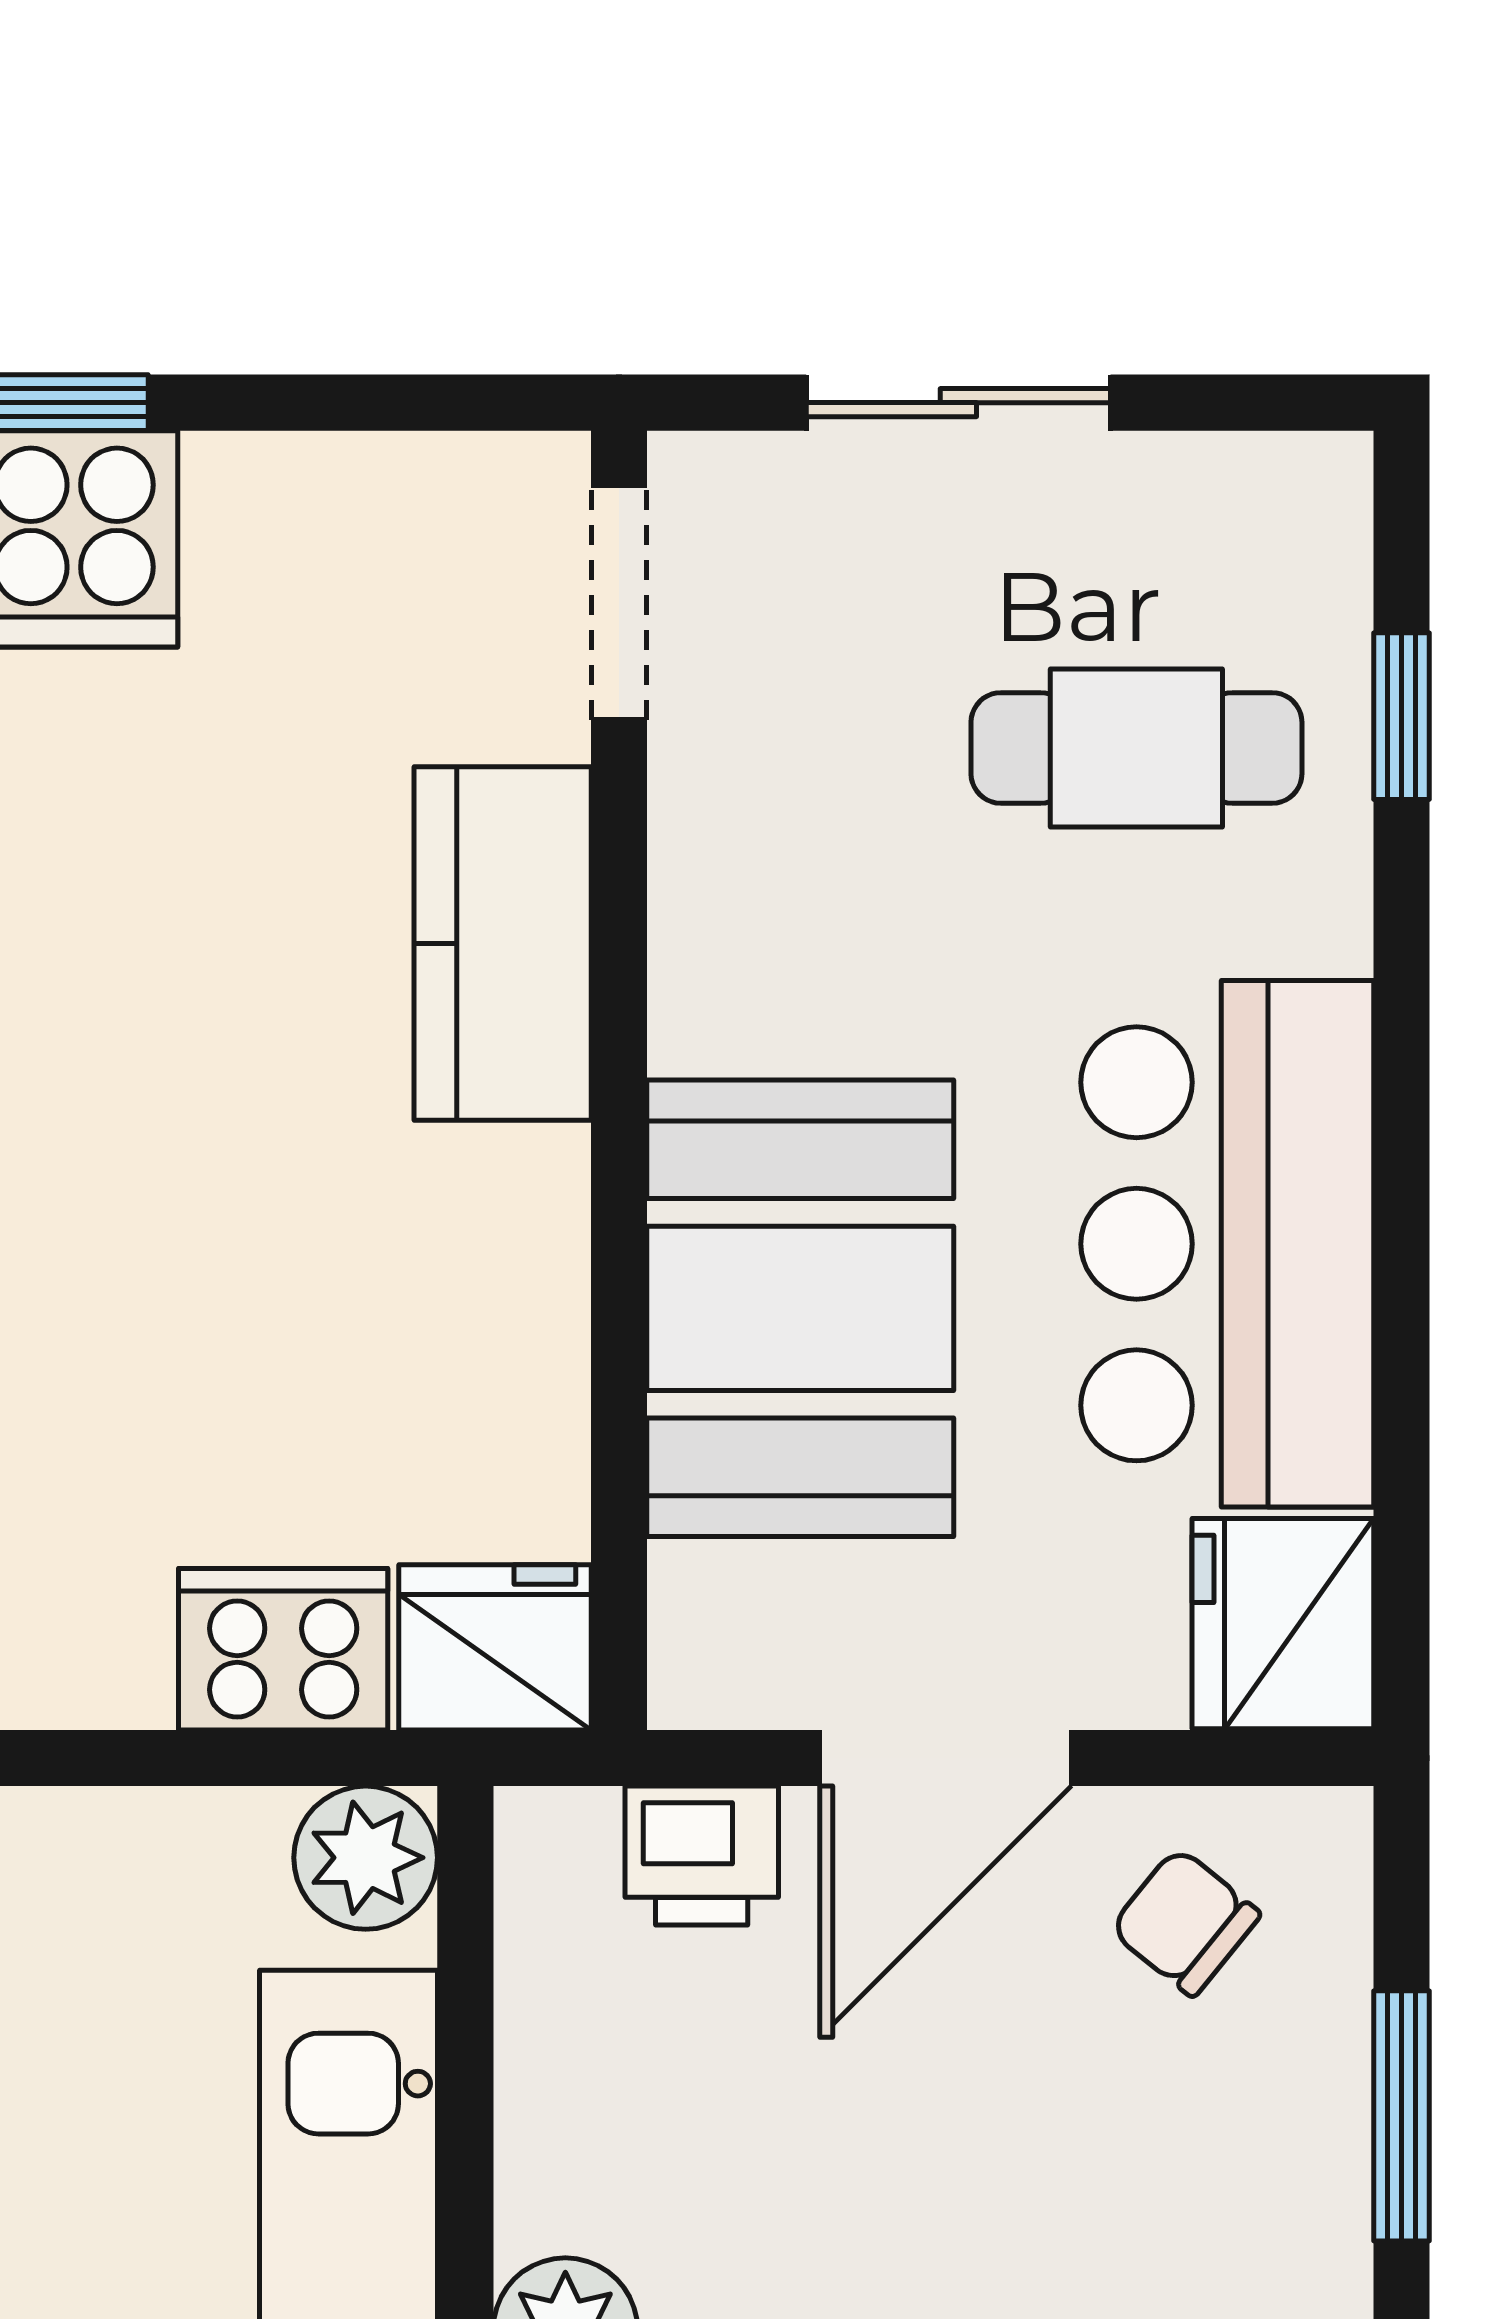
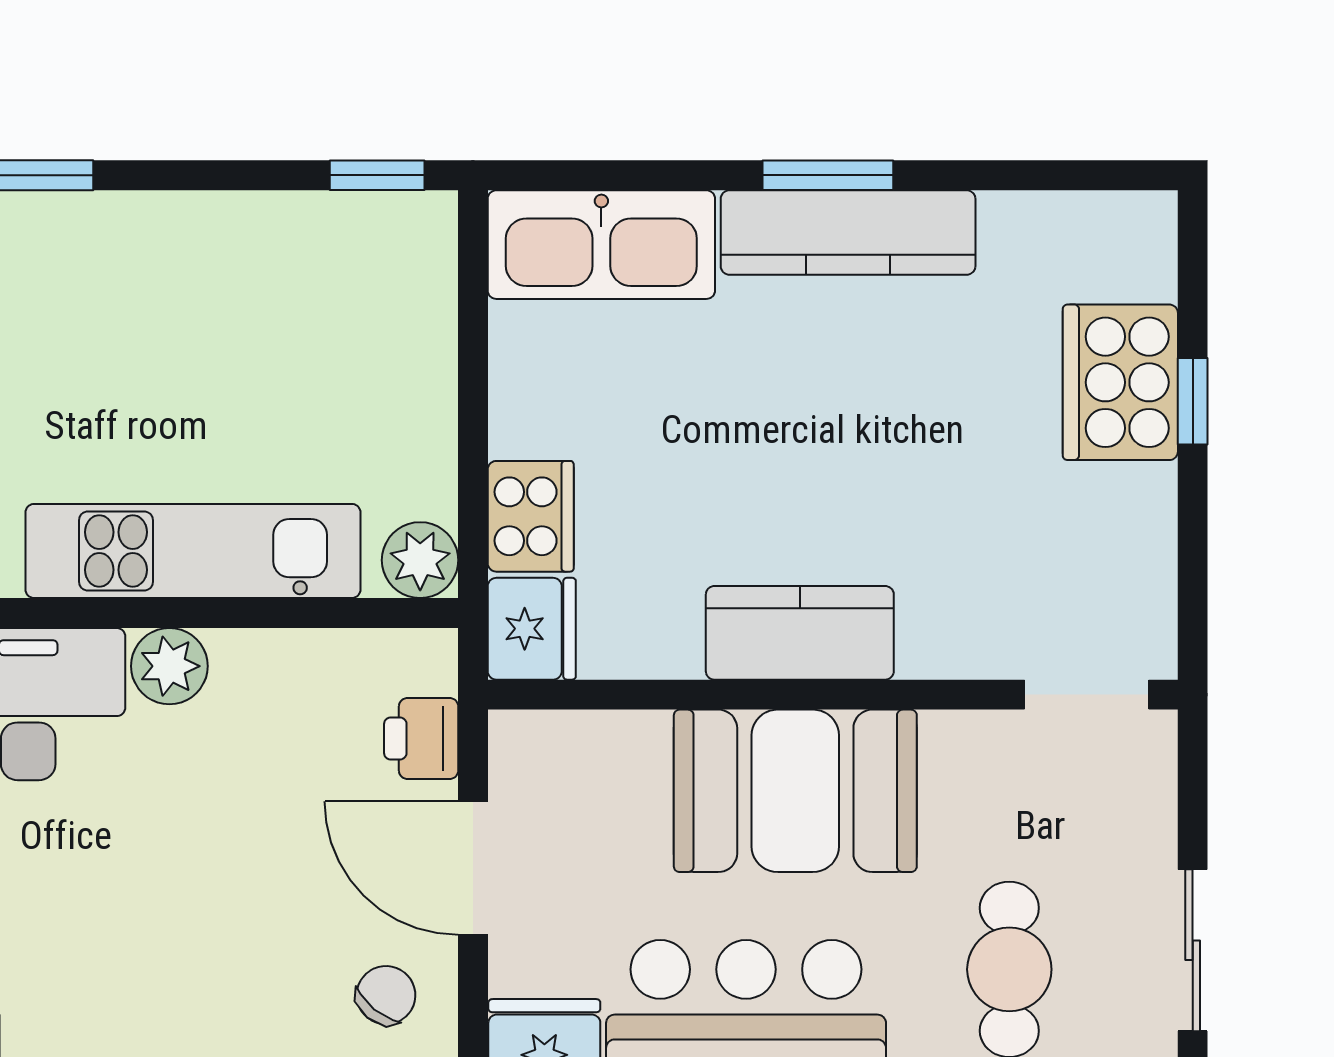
sliding door: (958, 403) -> (1193, 950), moved
kitchen counter: (503, 944) -> (800, 633), moved
booth: (800, 1308) -> (795, 791), moved

